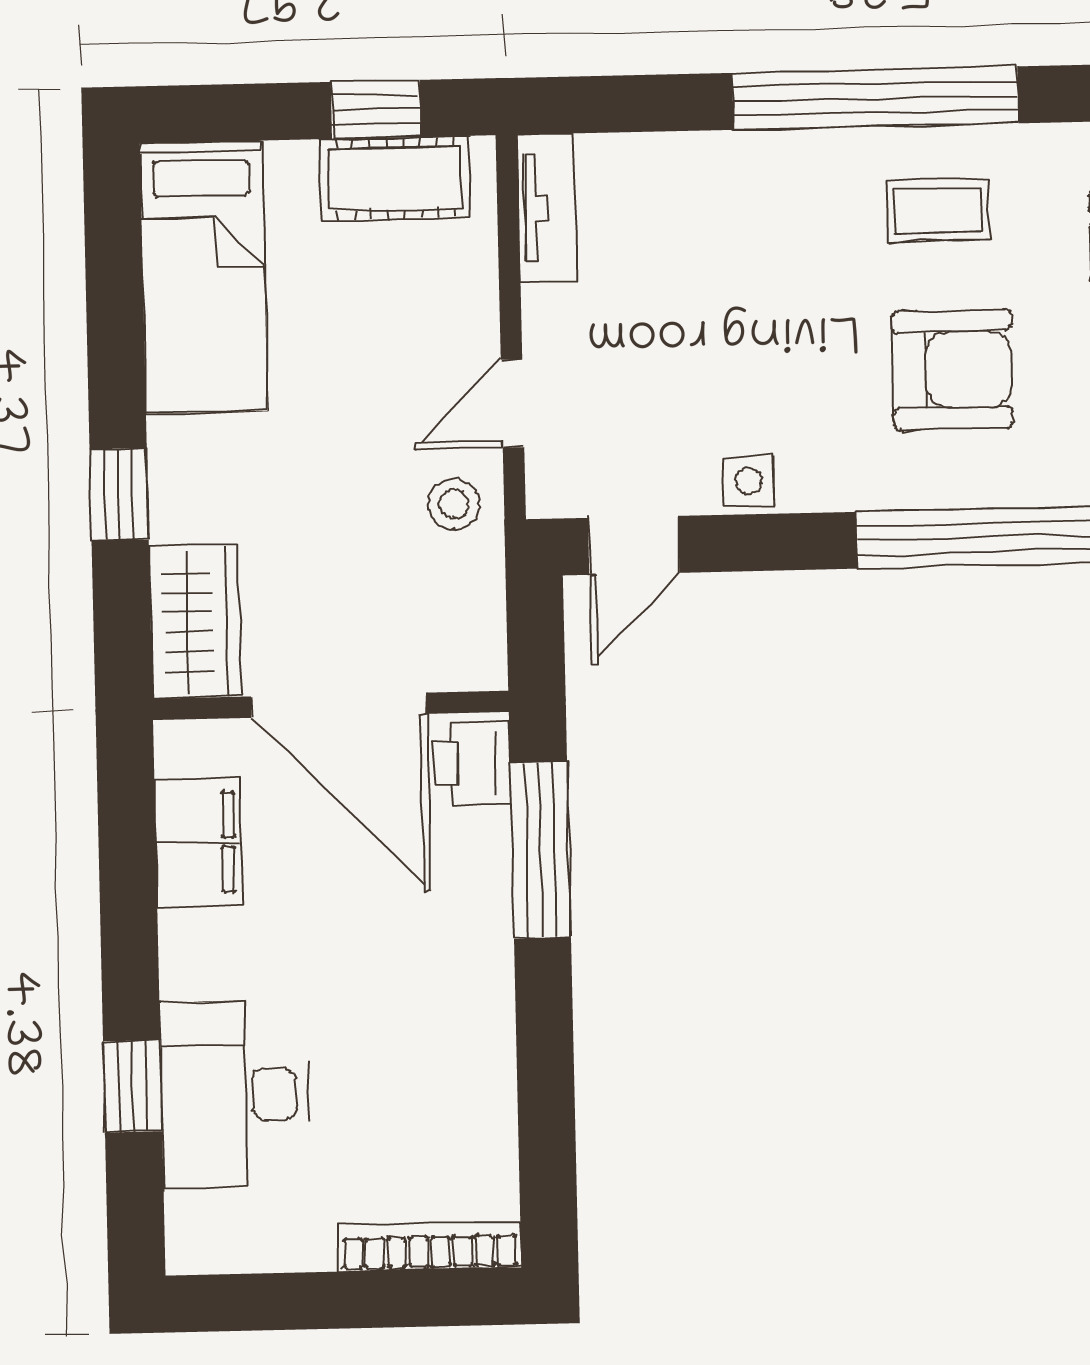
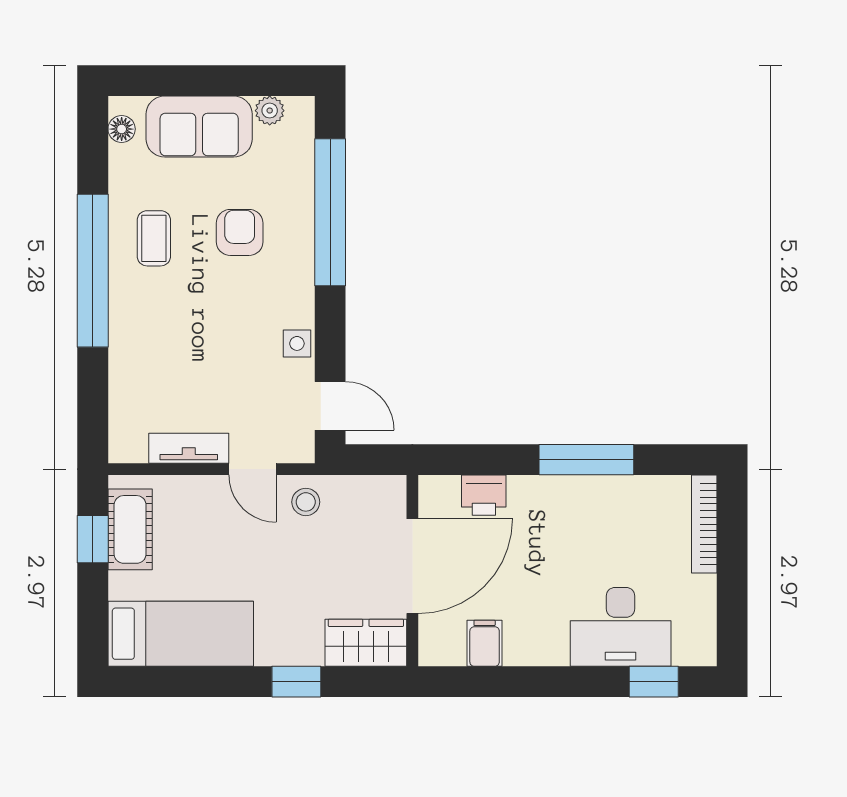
tv unit: (547, 208) -> (189, 448), moved
armchair: (952, 370) -> (240, 232), width x0.72, depth x0.72
printer: (472, 762) -> (484, 495), moved
filing cabinet: (199, 843) -> (485, 643), width x0.50
window: (540, 850) -> (586, 460), moved
window: (133, 1086) -> (654, 682), moved

